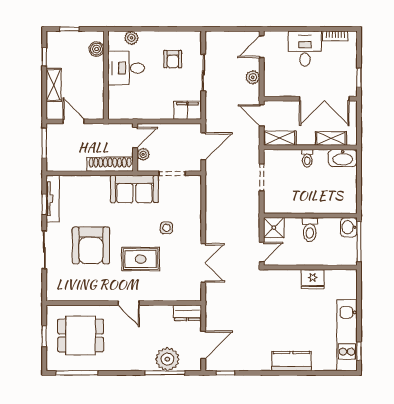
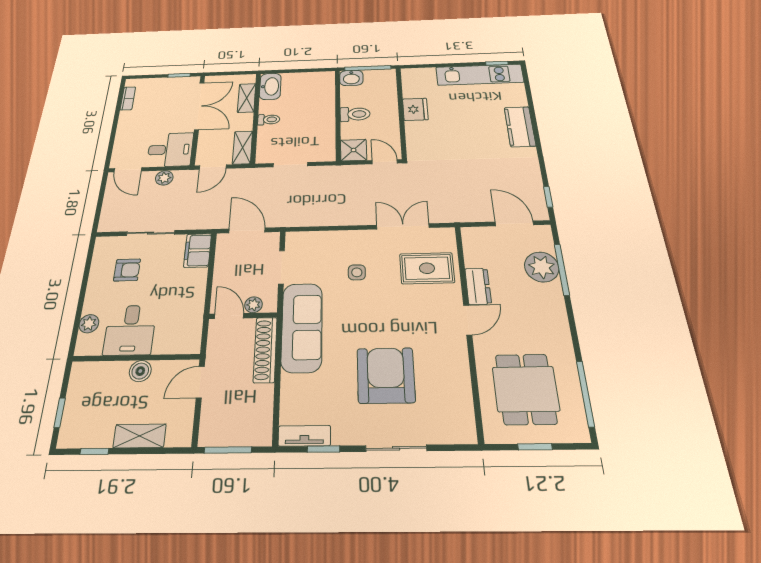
boiler: (97, 49) -> (140, 371), moved
desk: (305, 49) -> (170, 150), moved, turned 180
door: (74, 121) -> (200, 382), moved
sofa: (134, 189) -> (302, 327), width x1.36
tv unit: (53, 199) -> (304, 436), width x0.71
armchair: (91, 245) -> (386, 375), turned -90
rug: (141, 259) -> (427, 268), moved, turned 90
dresser: (187, 313) -> (478, 286), moved

